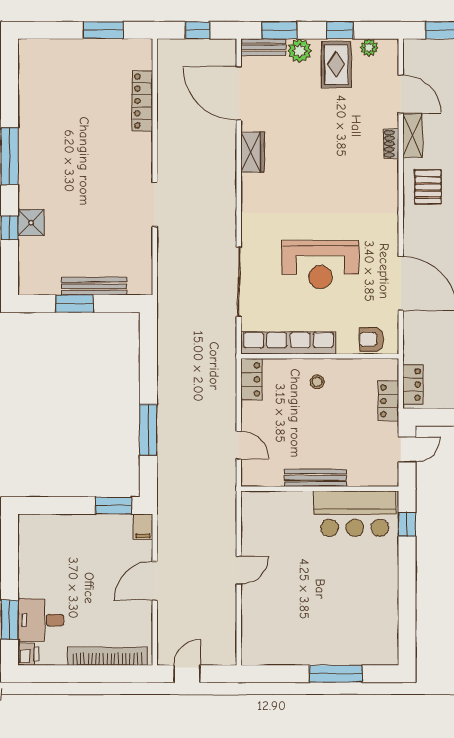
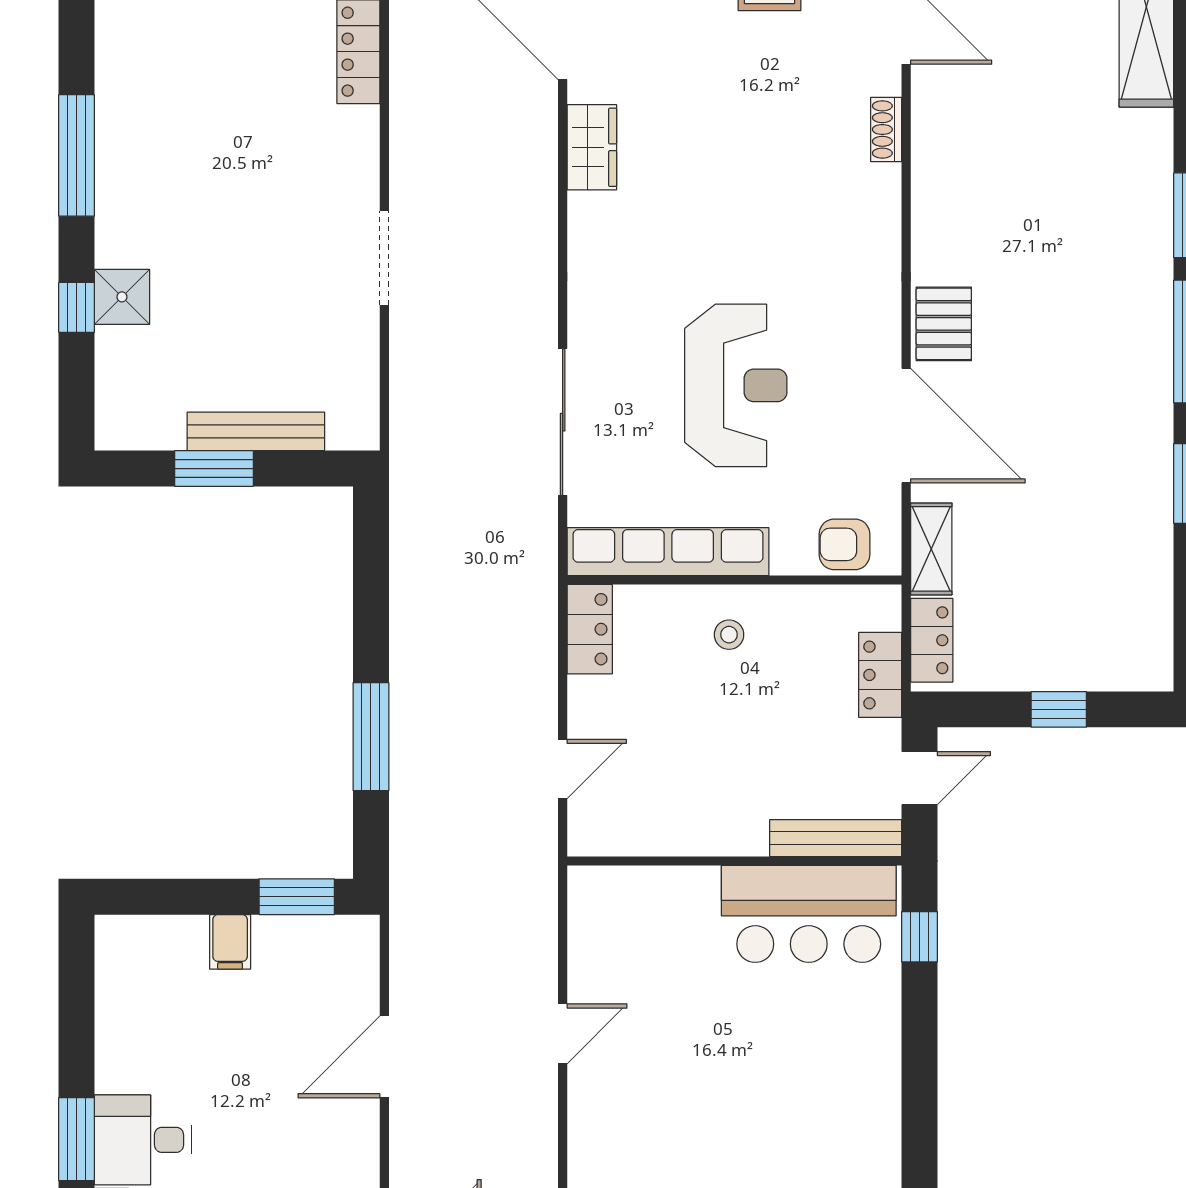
shelving: (413, 136) -> (931, 549), moved
pallet: (428, 187) -> (944, 324), moved
reception desk: (320, 264) -> (736, 385), turned -90
door: (239, 445) -> (563, 769), hinge flipped
bench: (315, 478) -> (836, 838), moved
filing cabinet: (143, 527) -> (230, 942), moved

